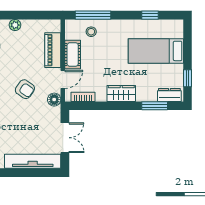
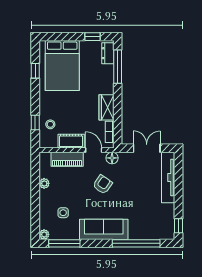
window: (93, 15) -> (35, 123), width x0.46
plant: (15, 25) -> (44, 183), moved
bed: (156, 51) -> (62, 65), width x1.50
wardrobe: (121, 93) -> (106, 107), moved
window: (155, 106) -> (118, 67), width x1.44

